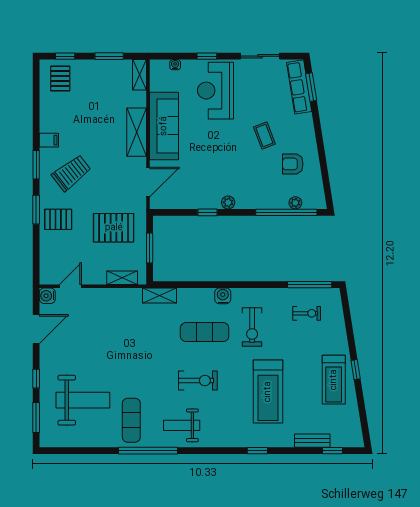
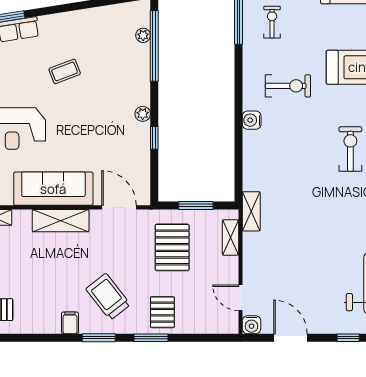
armchair: (293, 164) -> (98, 38), removed
shelving: (160, 296) -> (251, 211), moved
exercise mat: (205, 332) -> (294, 141), removed

